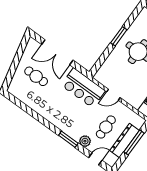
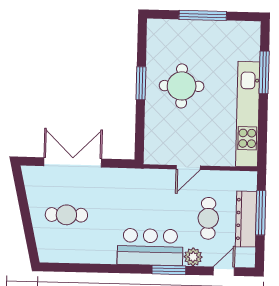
double door: (57, 52) -> (73, 162), swing flipped
bar counter: (83, 88) -> (150, 247), moved, turned 180

